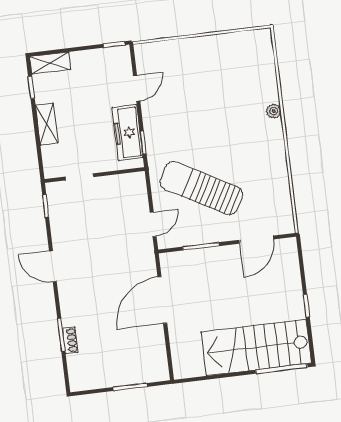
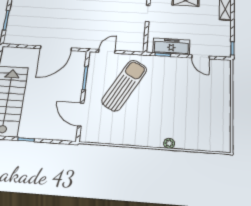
door: (153, 224) -> (107, 51), swing flipped
door: (162, 300) -> (56, 48), swing flipped

